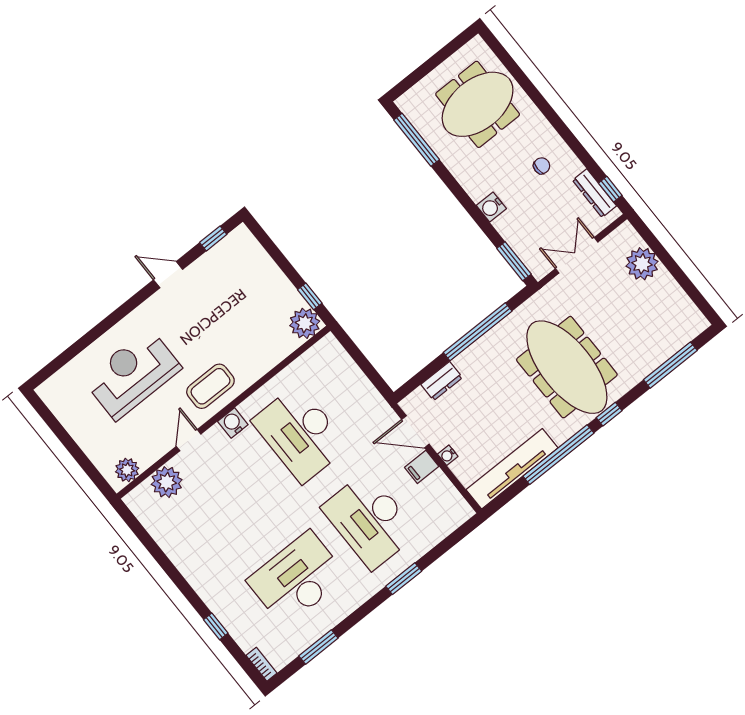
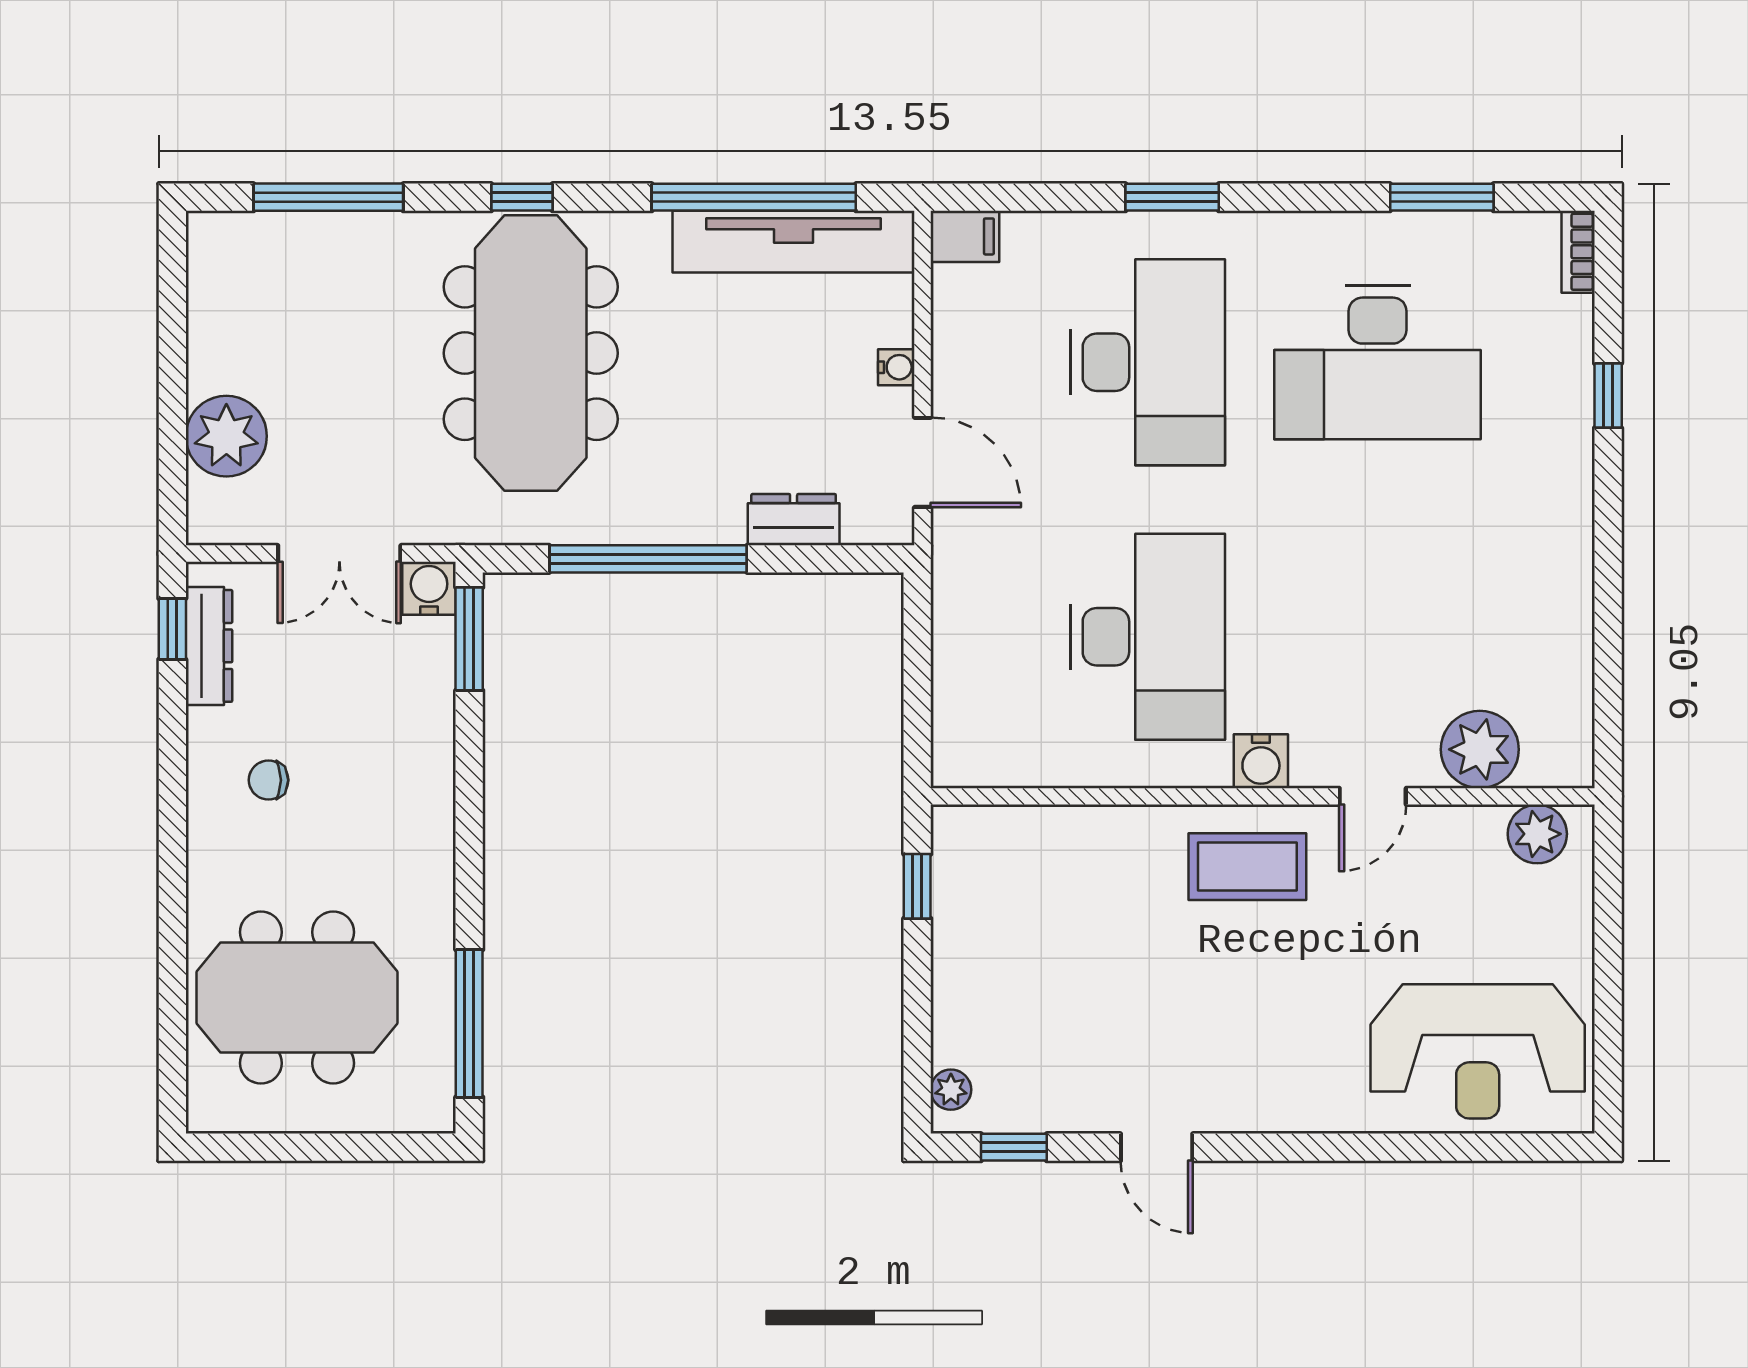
water cooler: (491, 207) -> (429, 588), moved, turned -90
plant: (305, 323) -> (951, 1090), moved, width x0.53, depth x0.53
reception desk: (132, 374) -> (1478, 1051), moved
window: (558, 455) -> (754, 197), moved
filing cabinet: (422, 467) -> (965, 236), moved

